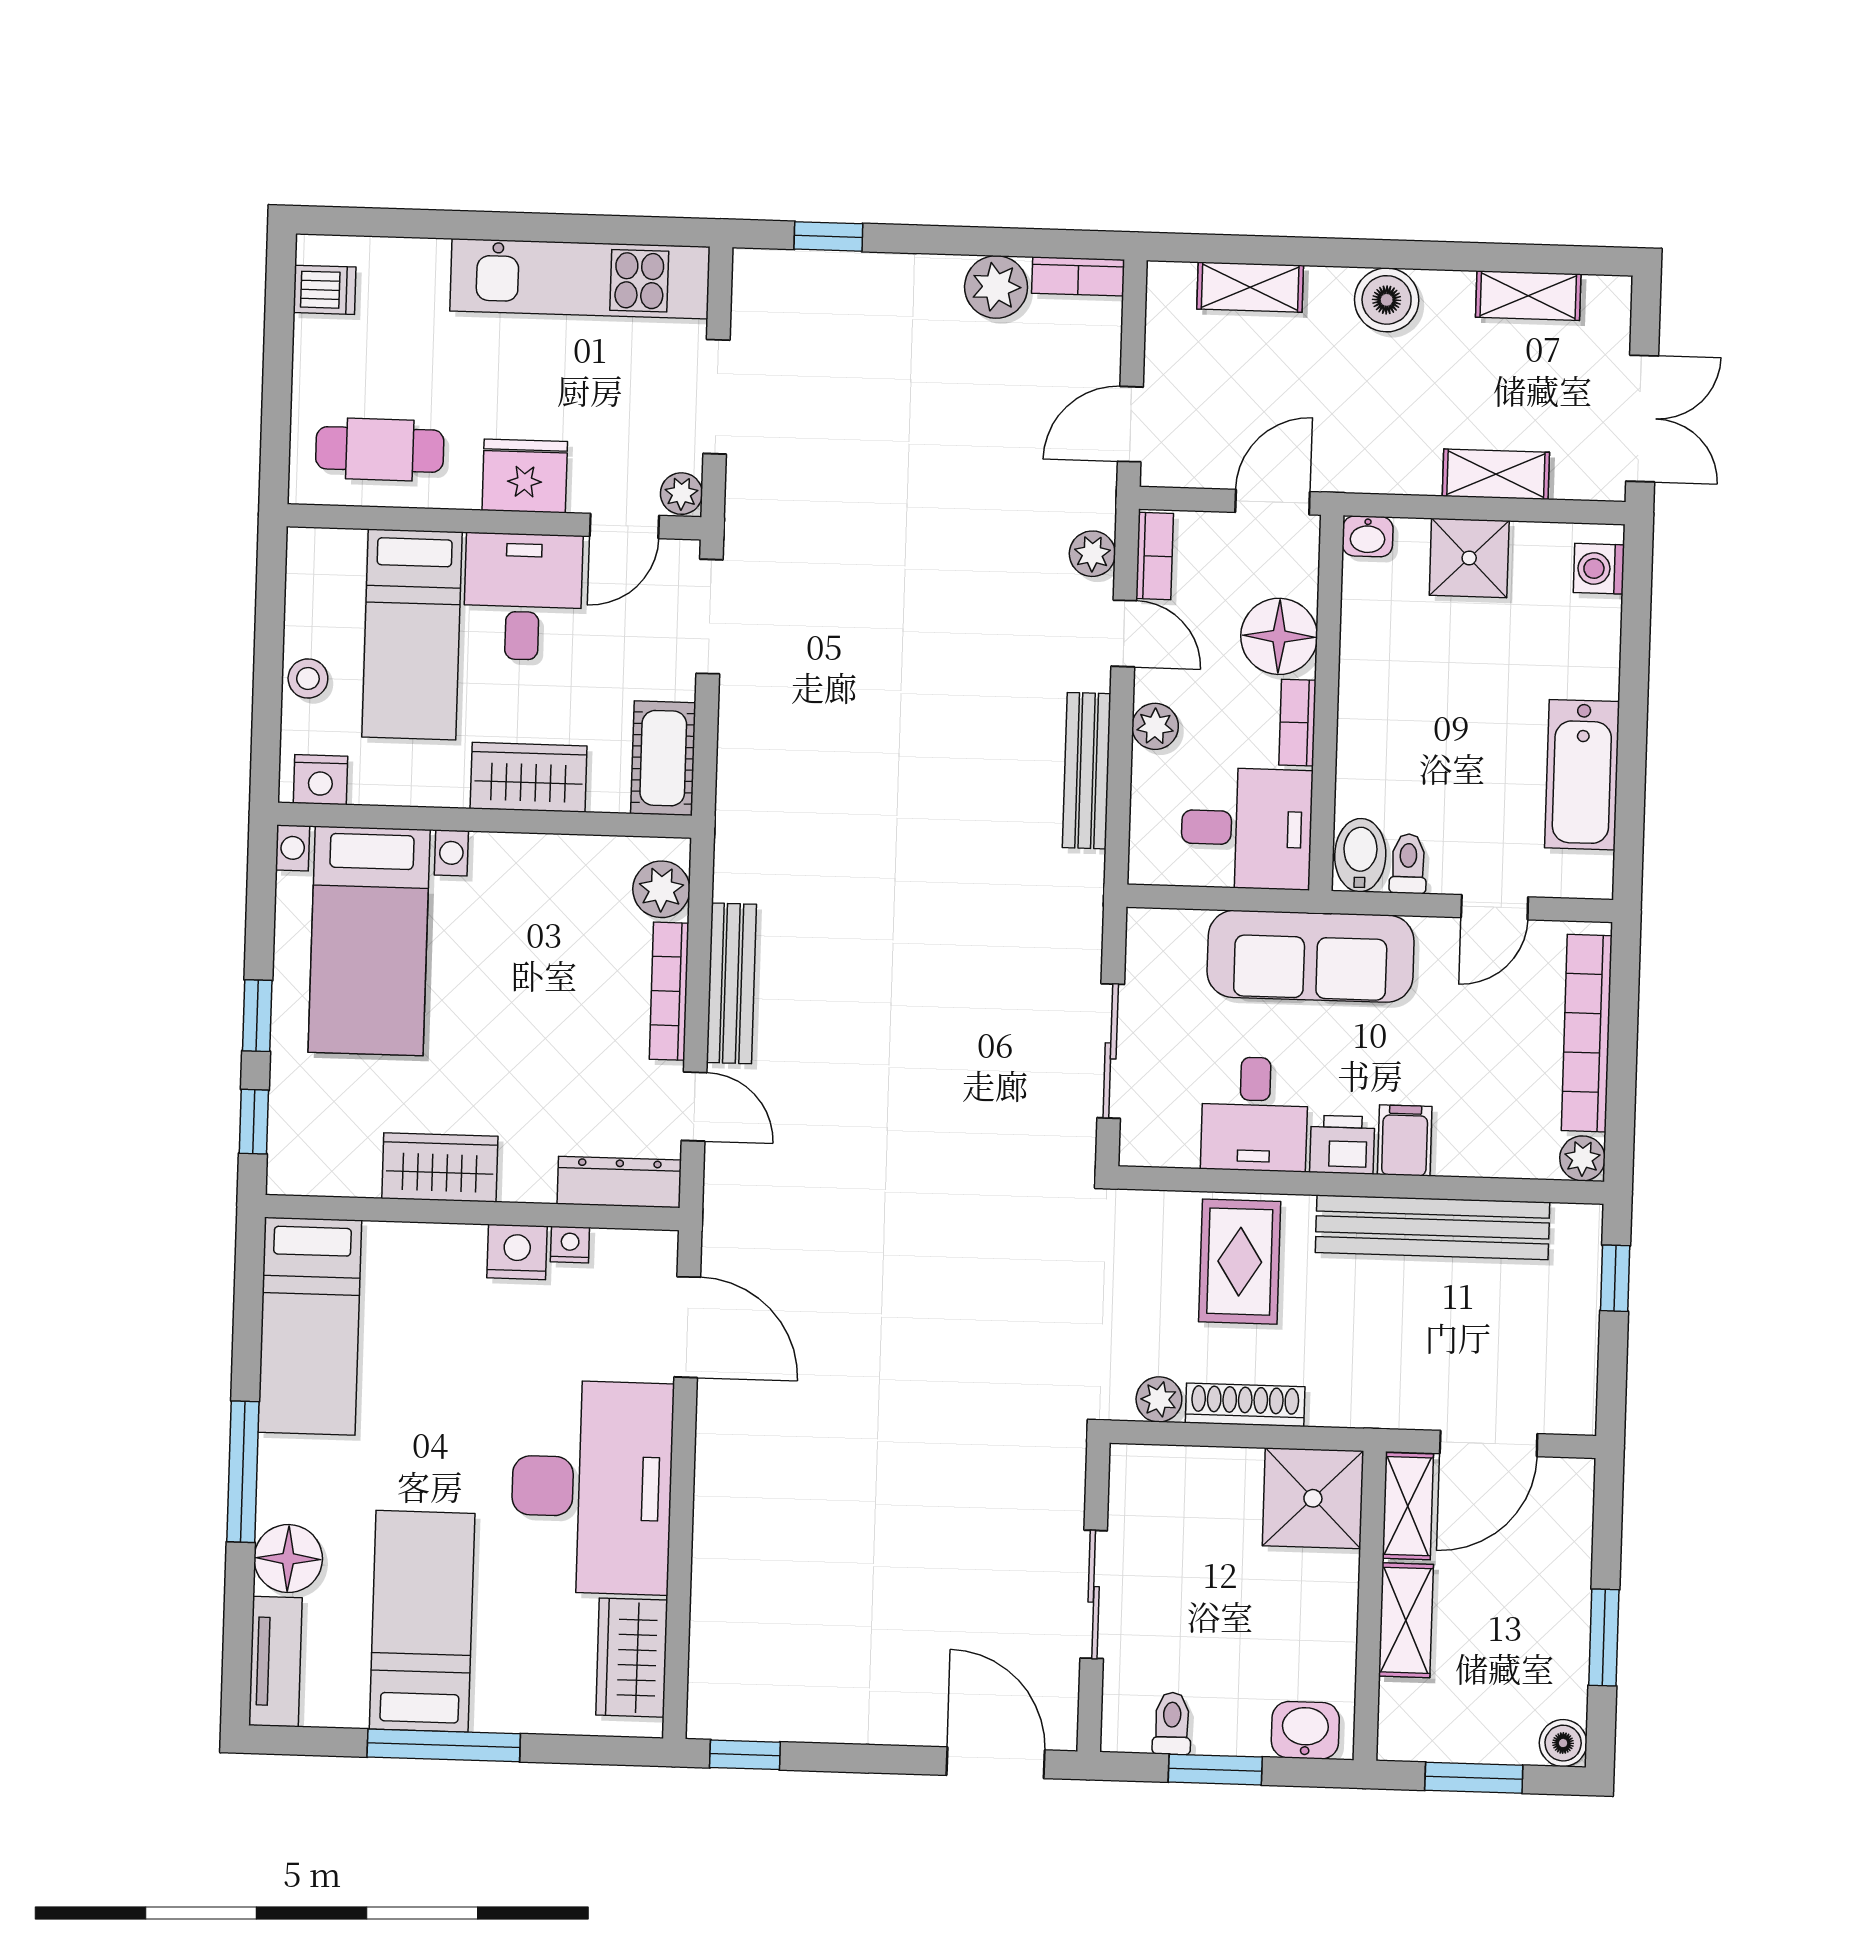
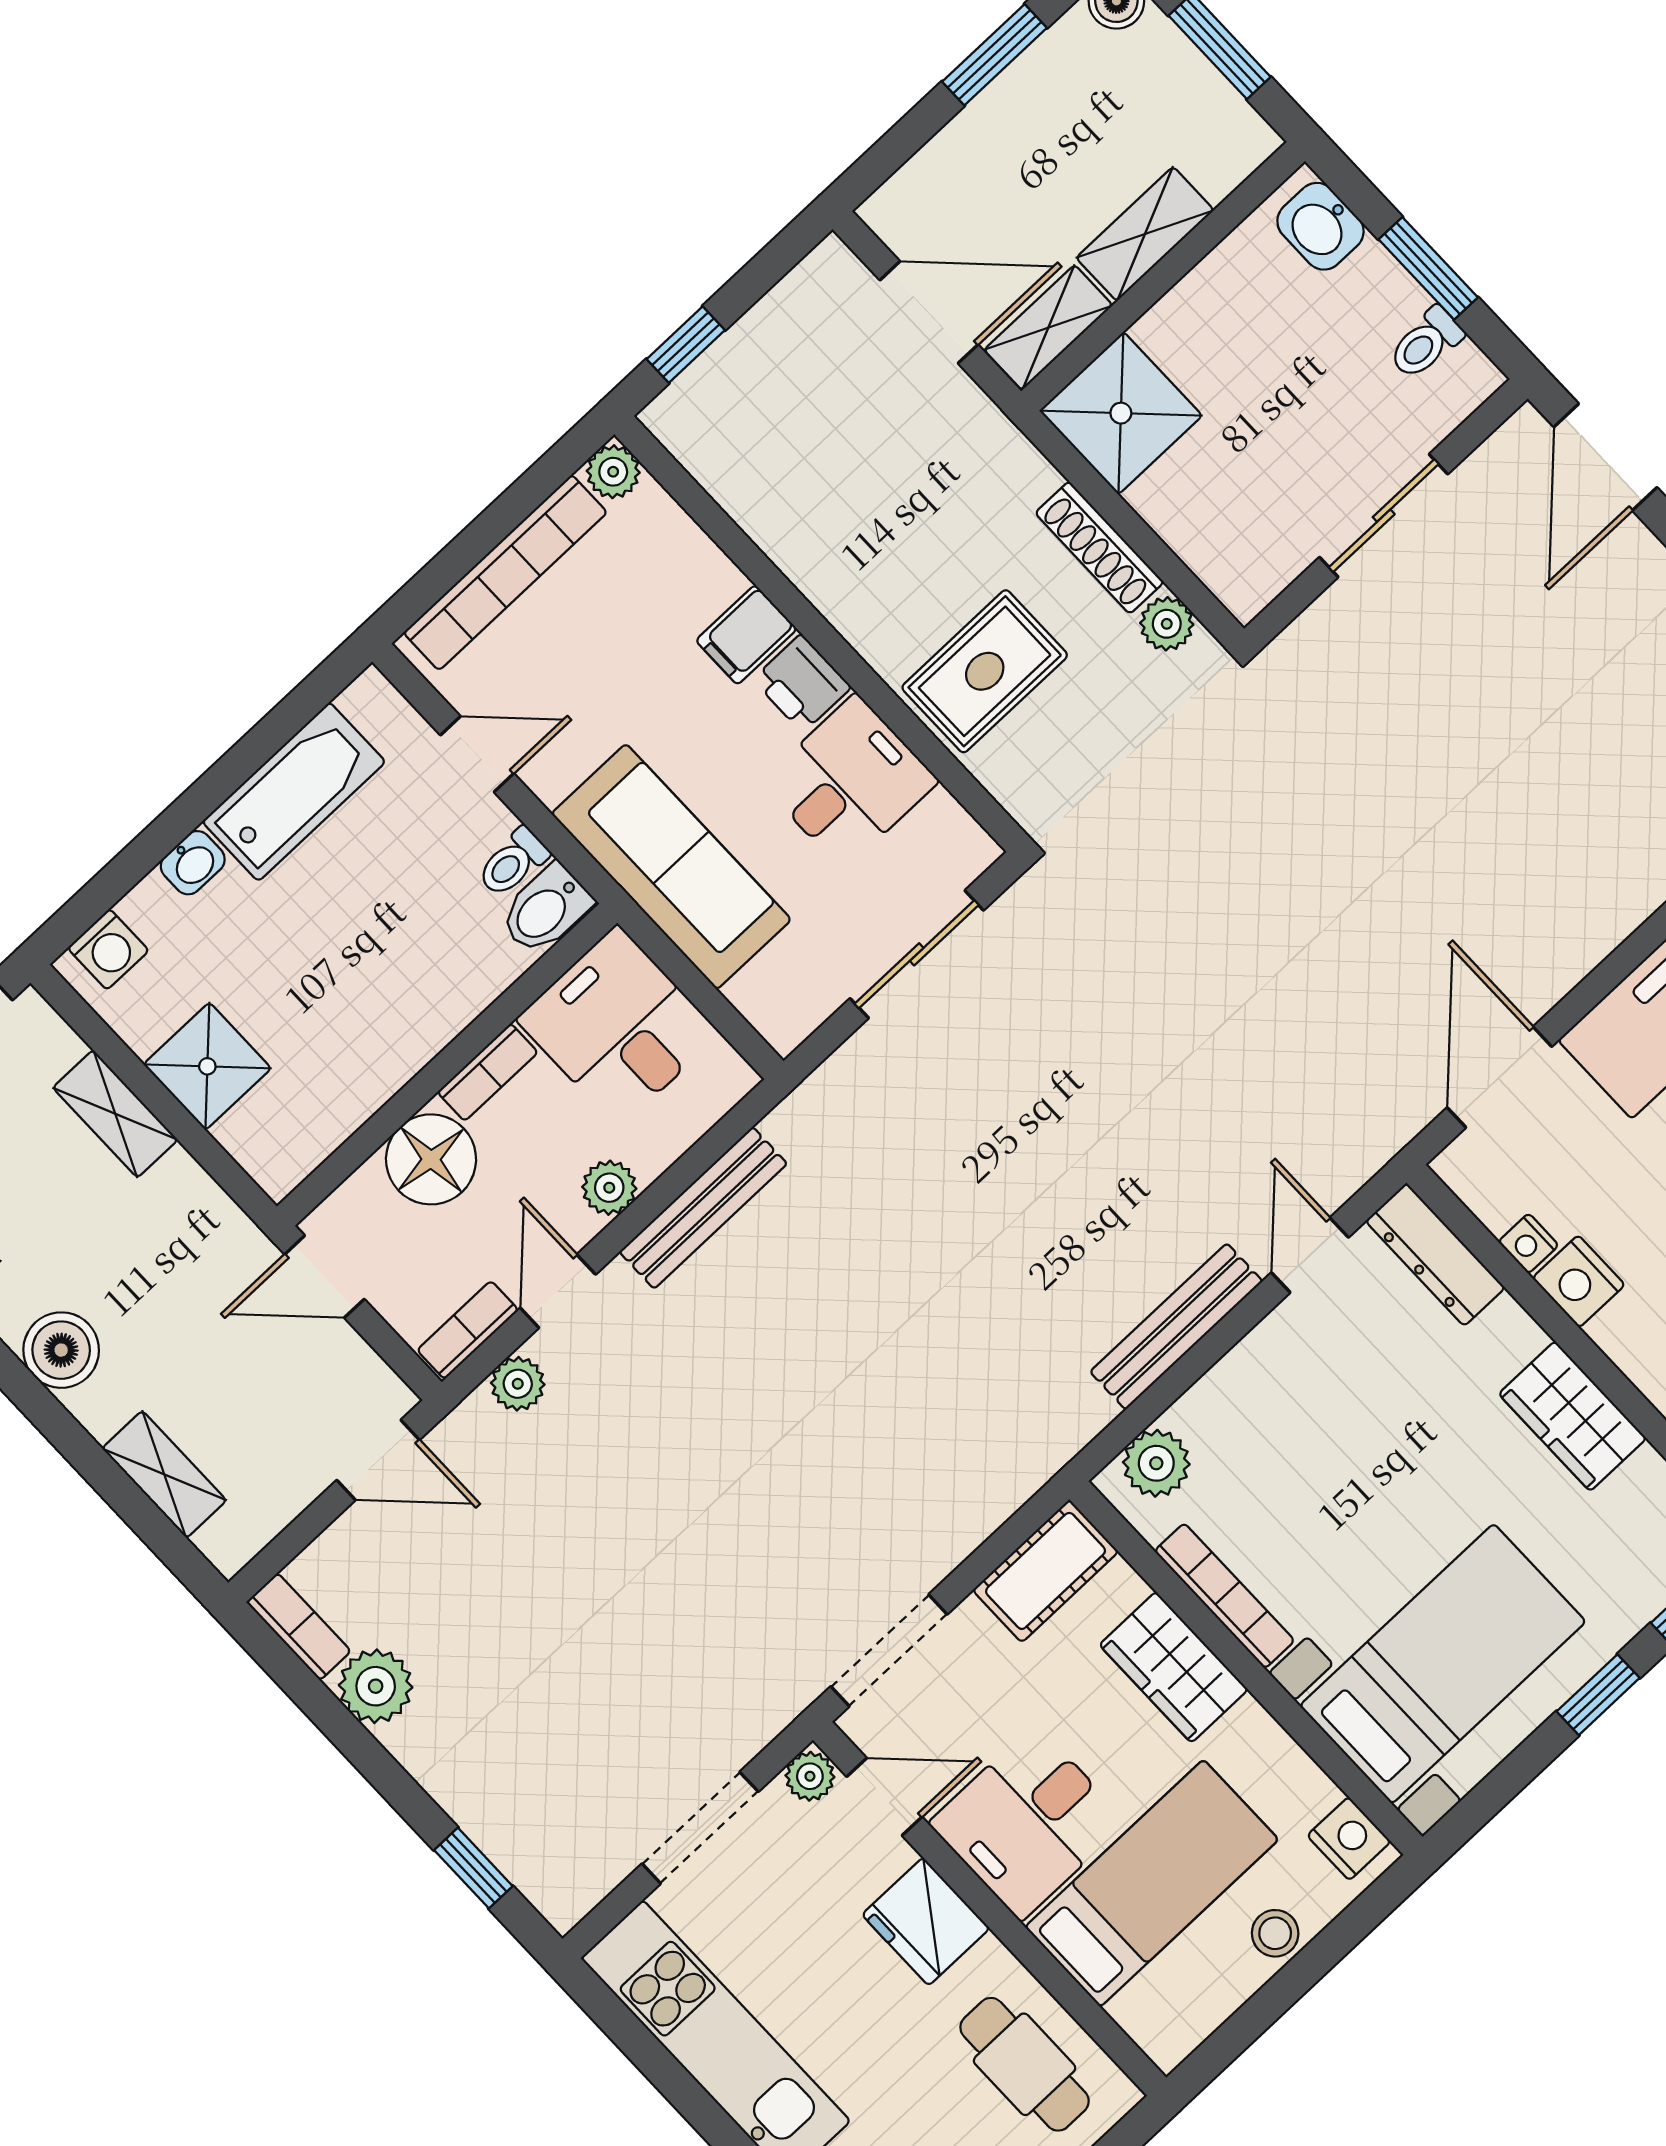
washbasin: (1368, 536) -> (193, 863), moved, turned 90
bookcase: (669, 991) -> (1224, 1596), moved, turned -90
bench: (1432, 1227) -> (796, 539), removed

